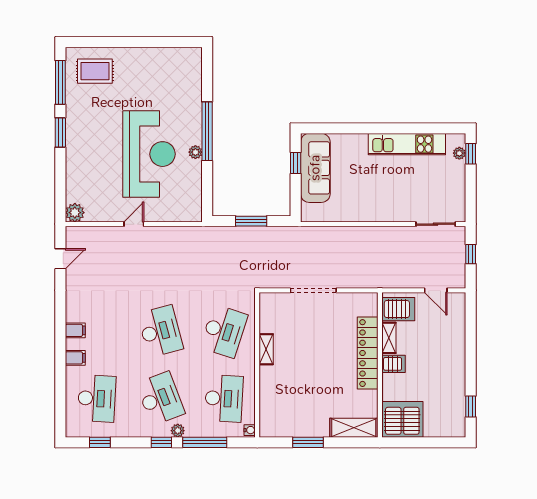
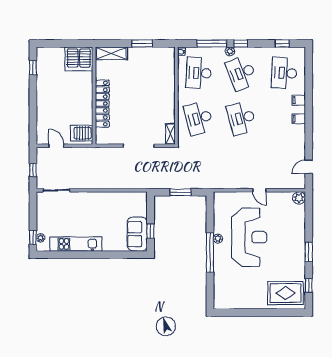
rug: (95, 71) -> (285, 293), width x1.36, depth x1.43
window: (60, 82) -> (309, 285), width x0.46
reception desk: (149, 154) -> (249, 237), turned 180
sofa: (315, 168) -> (137, 234), width x0.73
door: (134, 224) -> (259, 190), hinge flipped
desk: (224, 331) -> (199, 118), turned -33
shelving: (389, 338) -> (88, 114), removed
shelving: (266, 349) -> (170, 134), moved
server rack: (393, 364) -> (85, 96), removed

